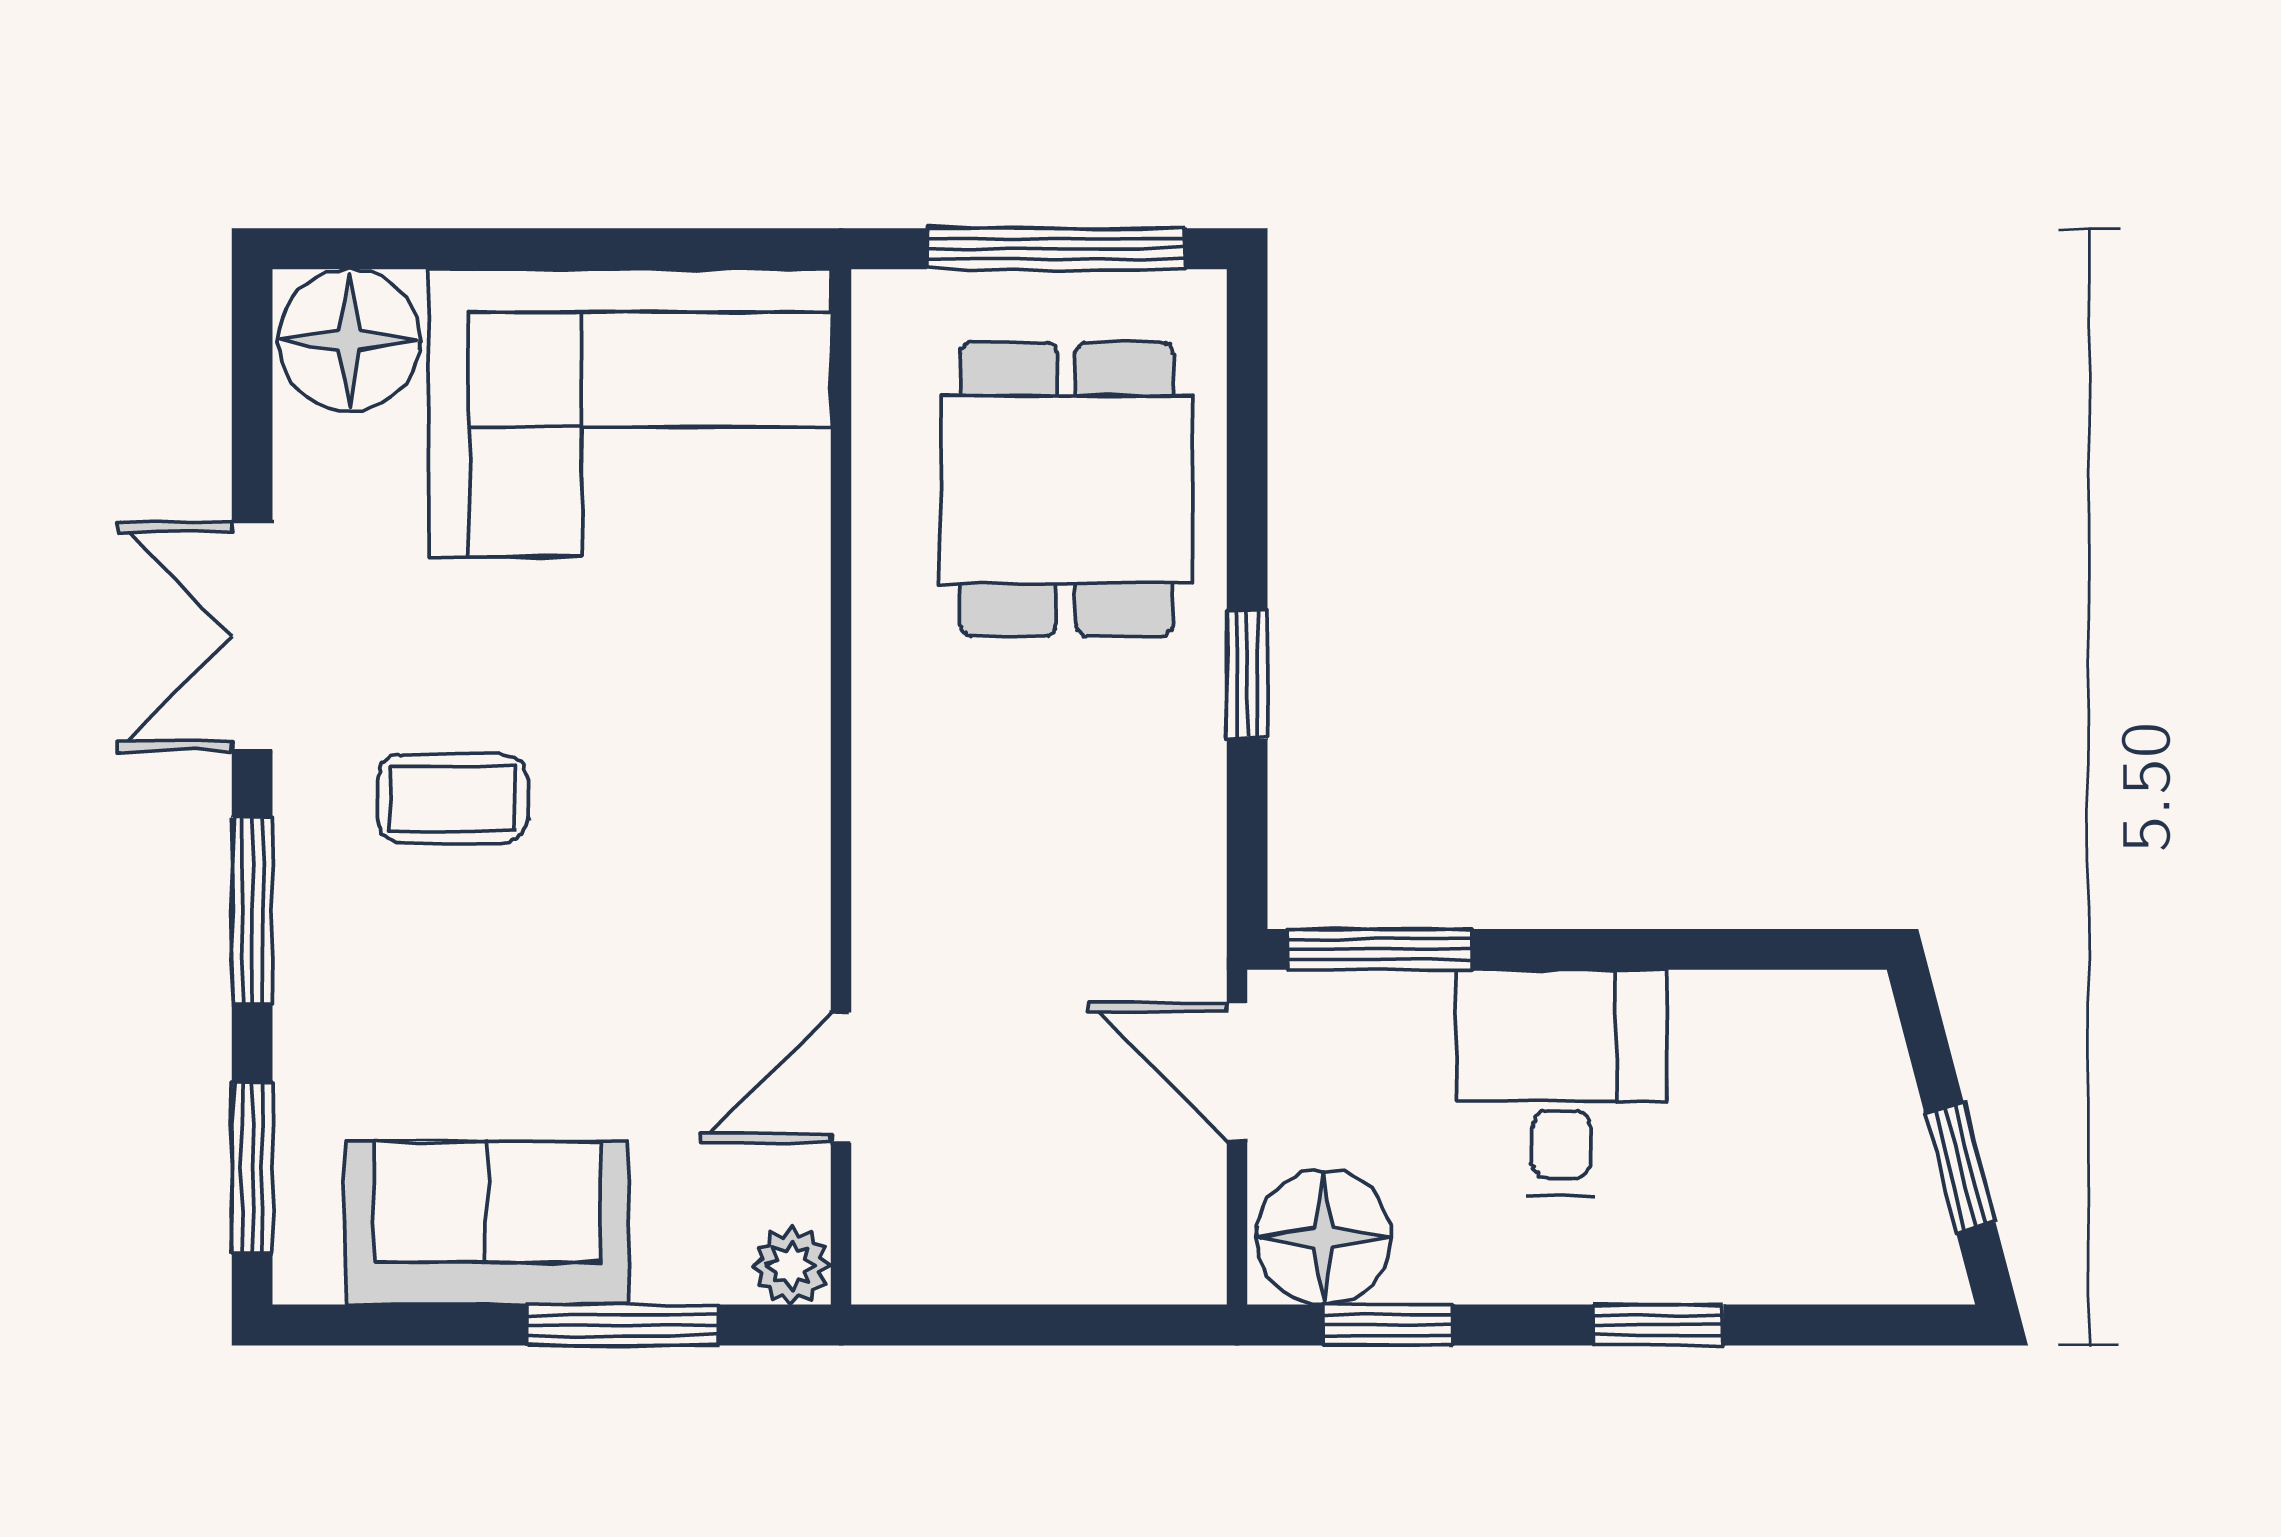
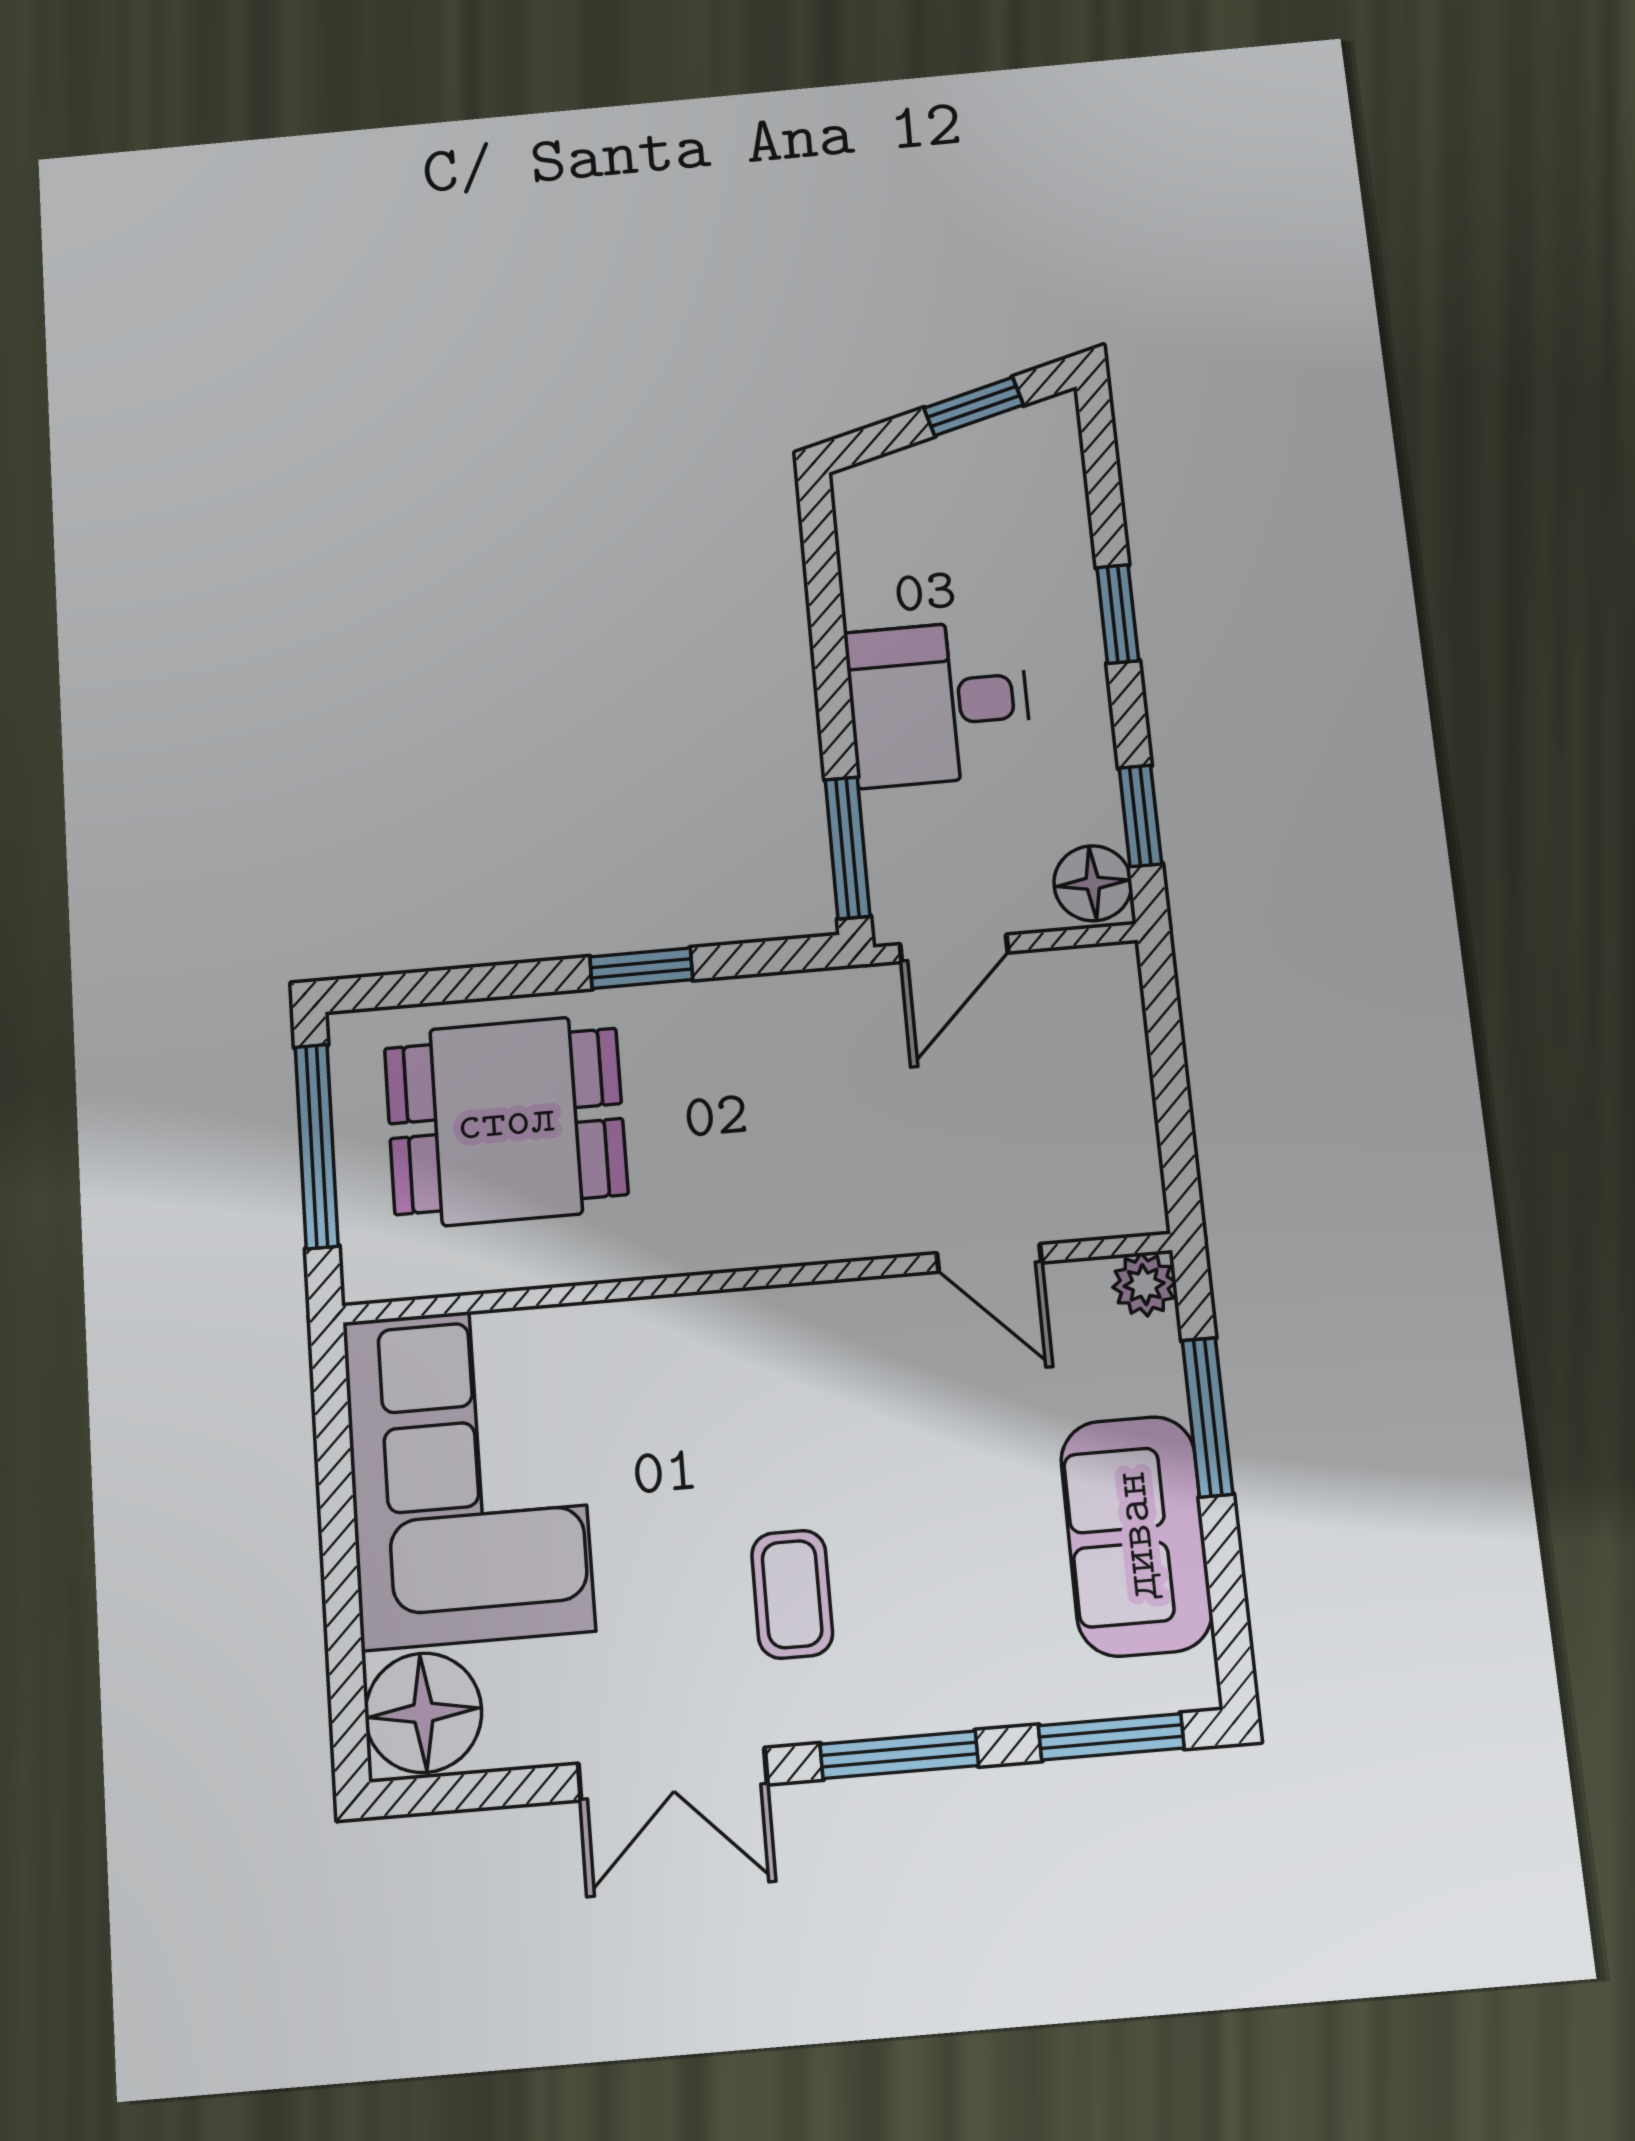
floor lamp: (1324, 1237) -> (1093, 883), width x0.73, depth x0.73

